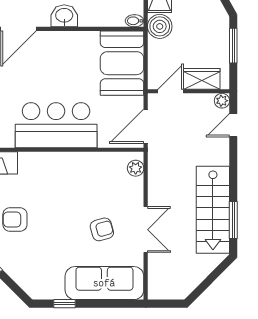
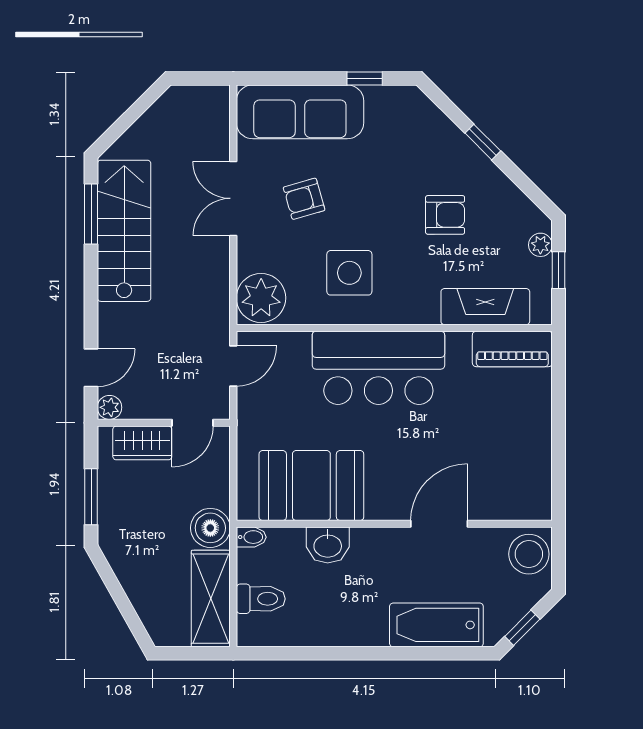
washbasin: (64, 16) -> (328, 545), moved
booth: (122, 63) -> (311, 486), moved, turned 90
door: (146, 126) -> (233, 366), width x0.73
plant: (136, 168) -> (261, 298), width x1.87, depth x1.87
side table: (74, 184) -> (349, 273), added

